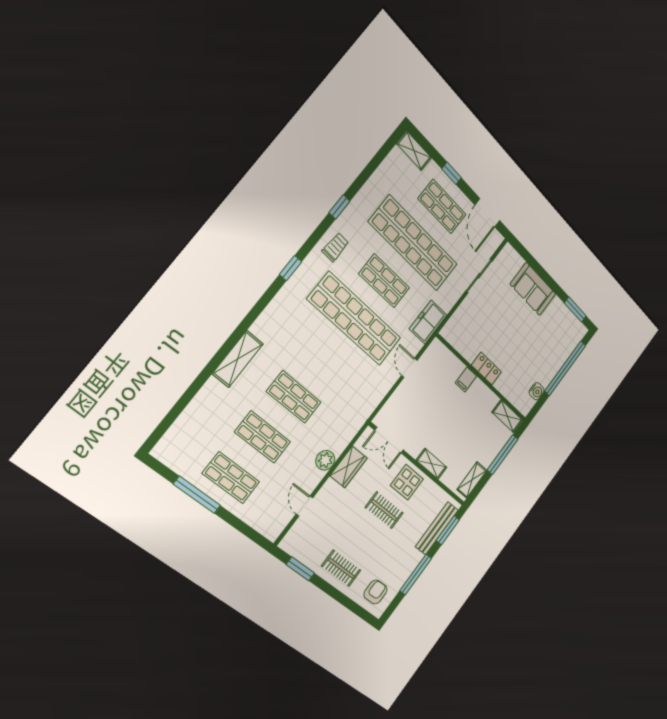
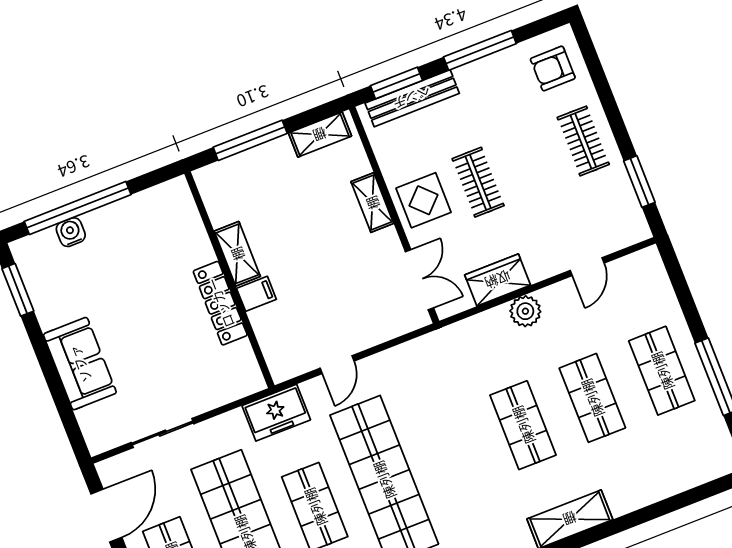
locker: (486, 369) -> (220, 303), width x1.53
water cooler: (537, 391) -> (71, 232), moved
shelving: (507, 416) -> (237, 254), moved

